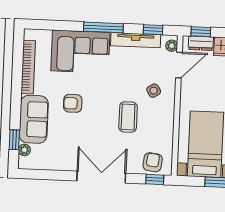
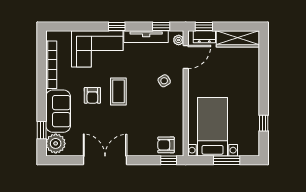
window: (103, 27) -> (117, 26), width x0.46
armchair: (73, 103) -> (92, 95), turned -90
coffee table: (128, 117) -> (118, 91), moved
plant: (24, 150) -> (56, 143), width x1.87, depth x1.87
armchair: (153, 162) -> (166, 145), turned -97
double door: (101, 177) -> (105, 160), moved

